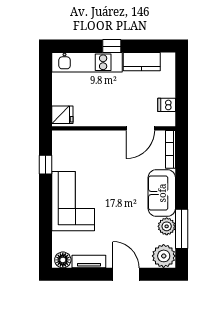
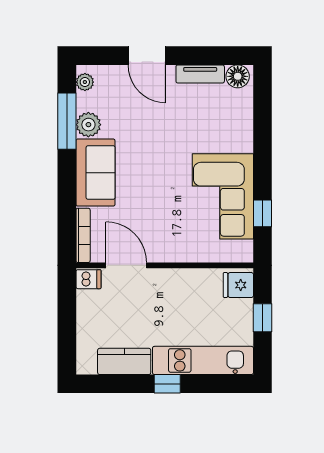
window: (46, 92) -> (262, 318), added
dishwasher: (167, 105) -> (88, 279), moved
door: (140, 128) -> (126, 265), hinge flipped
corner sofa: (73, 201) -> (223, 196), moved
plant: (164, 256) -> (85, 82), width x0.53, depth x0.53

